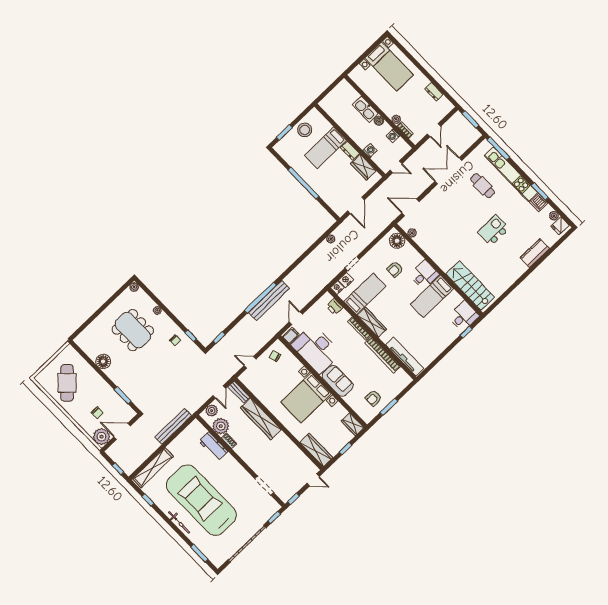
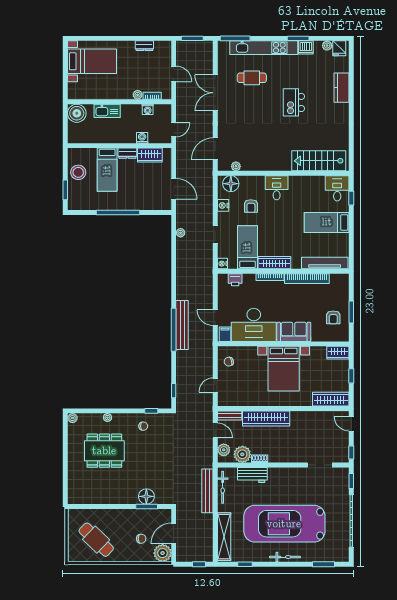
boiler: (379, 121) -> (77, 113), moved, width x1.86, depth x1.86
nightstand: (346, 280) -> (223, 205), moved
bed: (432, 296) -> (327, 222), moved, turned 90
floor lamp: (103, 361) -> (146, 496), moved
bicycle: (186, 434) -> (223, 487), added
door: (313, 480) -> (351, 424), swing flipped

